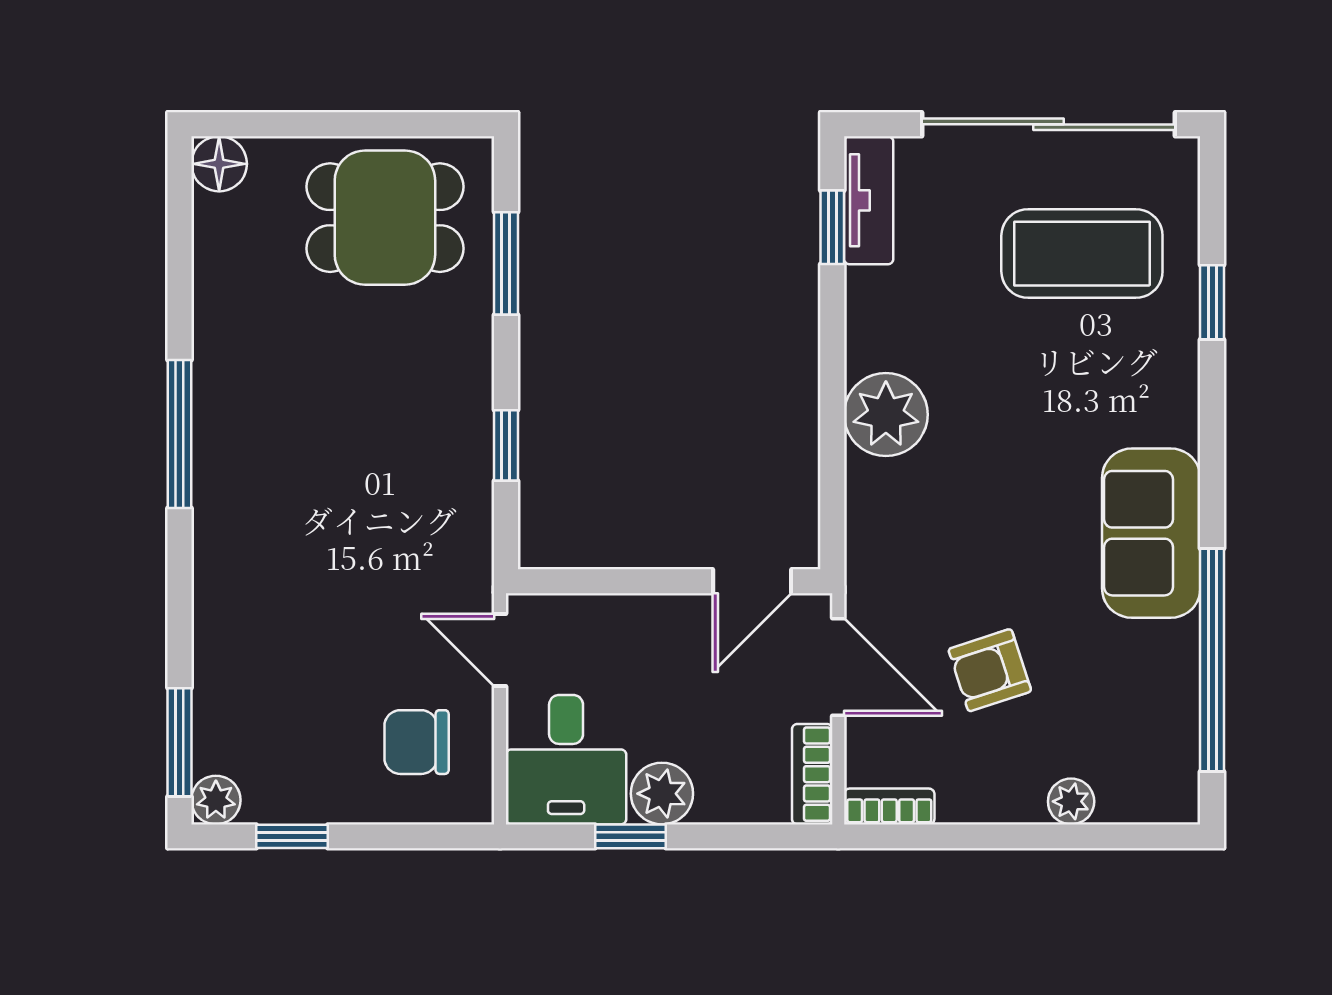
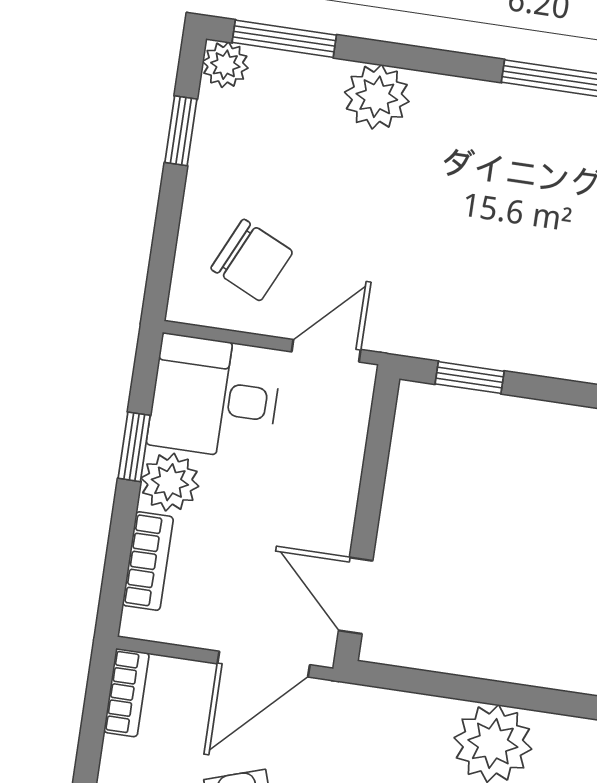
window: (506, 445) -> (470, 378), moved
plant: (226, 636) -> (377, 97), added
chair: (417, 742) -> (252, 260), turned 115
bookcase: (812, 774) -> (148, 561), moved, turned 90

